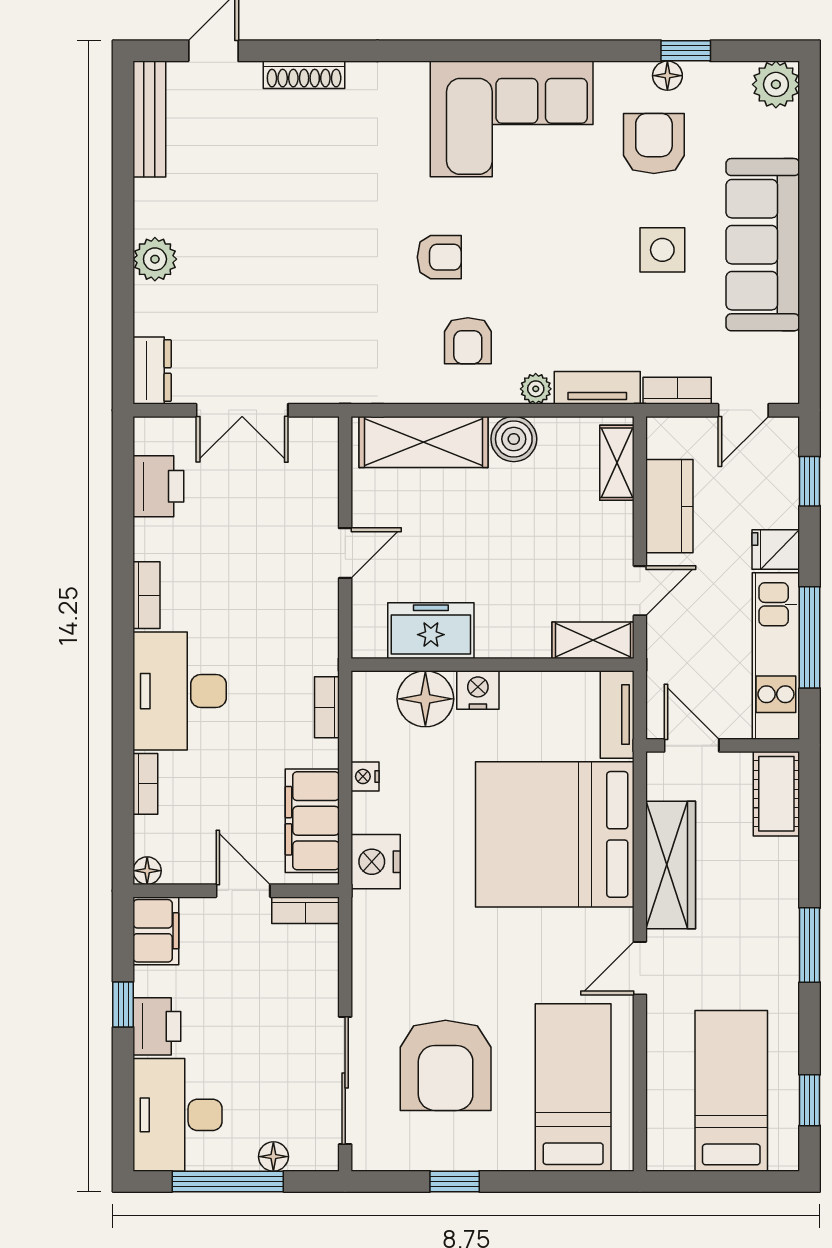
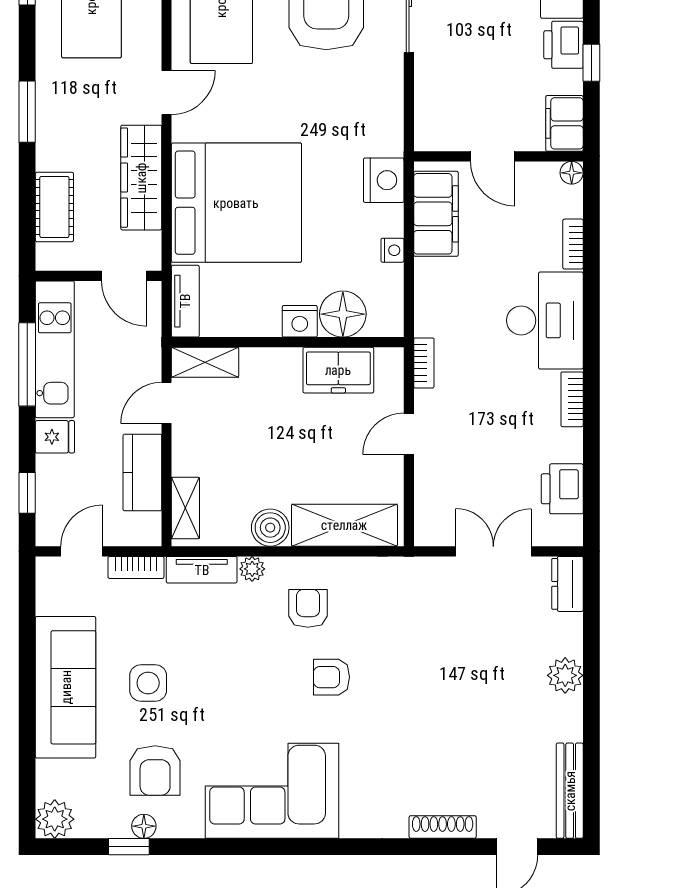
bookcase: (327, 707) -> (424, 363), moved
cot: (776, 794) -> (54, 207), moved
bookcase: (305, 910) -> (441, 140), removed

